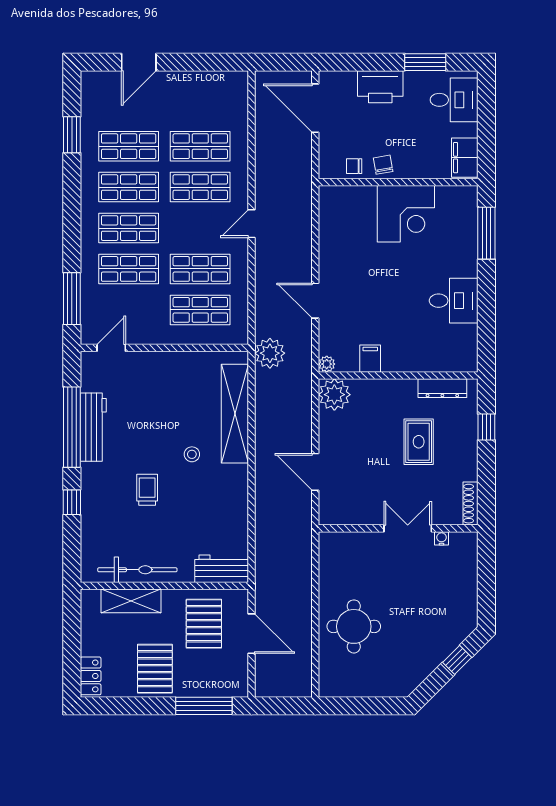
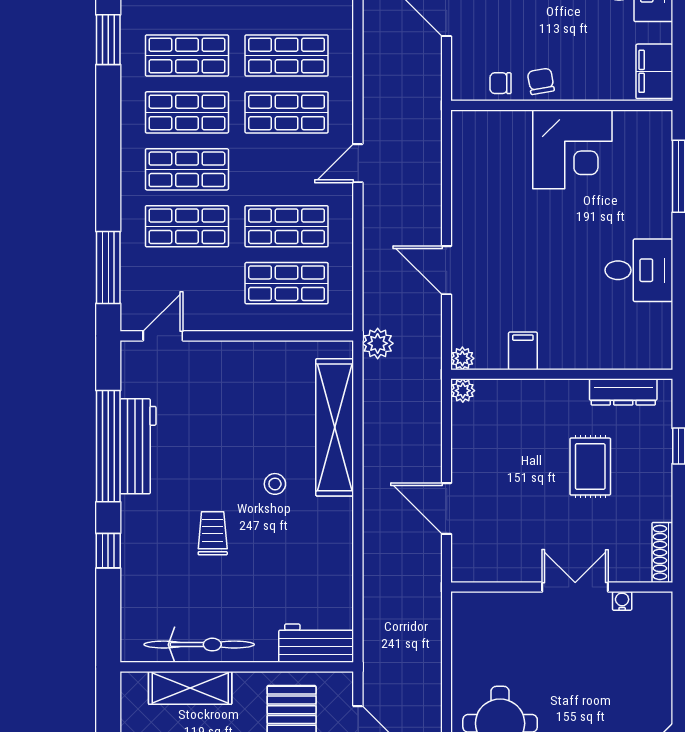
plant: (270, 353) -> (378, 343), width x0.73, depth x0.73
plant: (334, 395) -> (463, 391), width x0.53, depth x0.53

